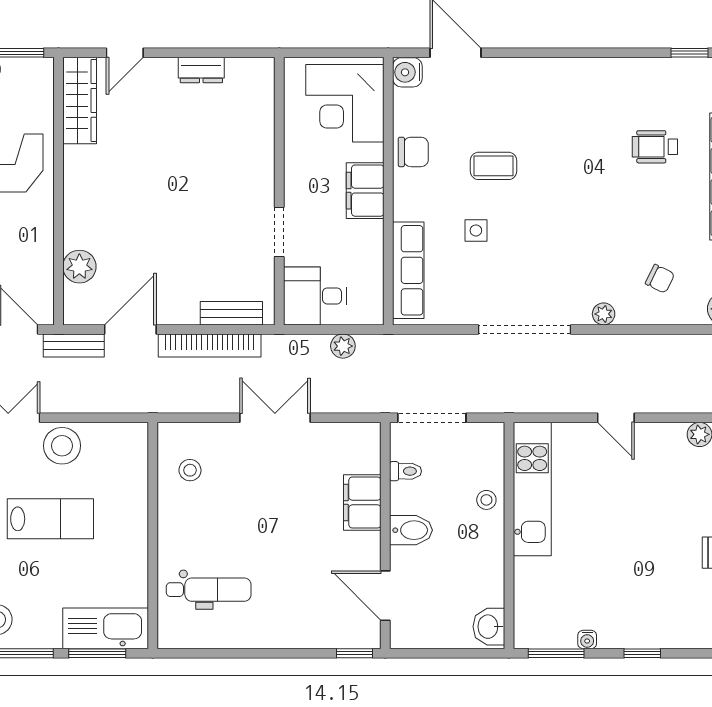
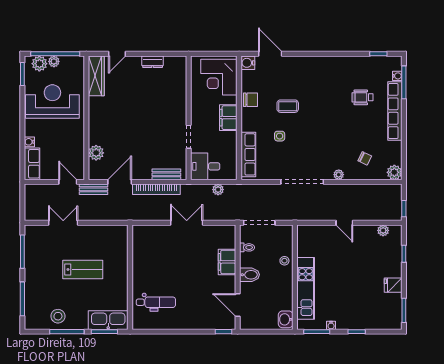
stool: (62, 446) -> (88, 236), removed
stool: (190, 470) -> (147, 247), removed
kitchen unit: (532, 489) -> (306, 288), moved

